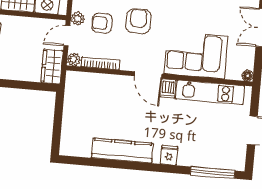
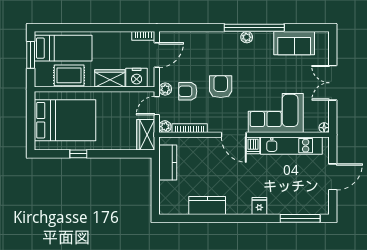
kitchen counter: (73, 99) -> (168, 162), added
kitchen counter: (122, 151) -> (207, 206), width x0.67

